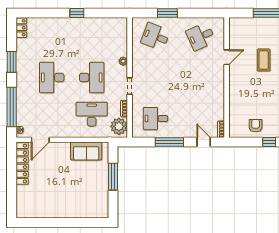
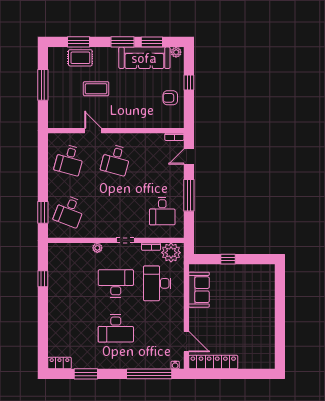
window: (77, 13) -> (43, 279), moved
window: (167, 13) -> (43, 212), moved
desk: (201, 36) -> (69, 160), turned 39
window: (12, 62) -> (86, 374), moved
desk: (201, 78) -> (116, 160), added
window: (113, 177) -> (228, 259), width x0.46

